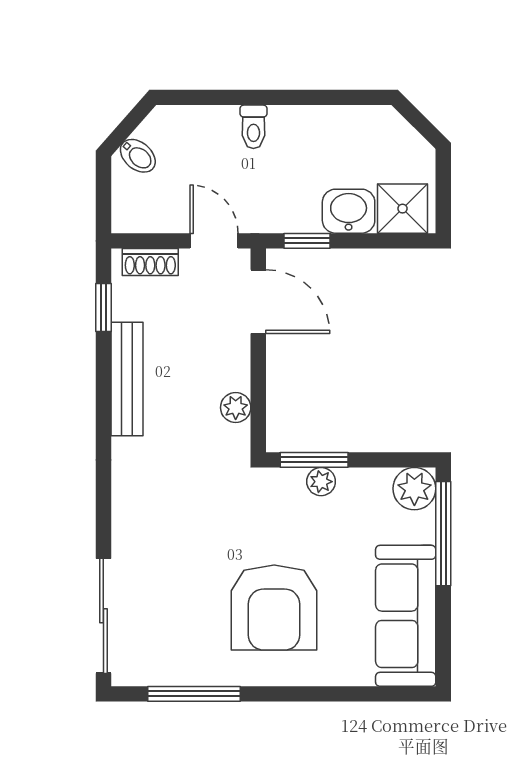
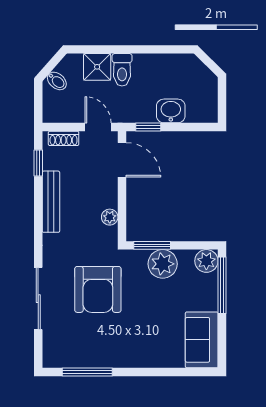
toilet: (253, 127) -> (122, 70), width x1.37, depth x1.39
shower: (403, 209) -> (97, 67), moved
plant: (321, 482) -> (163, 264), width x1.87, depth x1.87
armchair: (274, 608) -> (98, 289), moved
sliding door: (103, 616) -> (38, 299), moved
sofa: (406, 616) -> (202, 340), width x0.73

